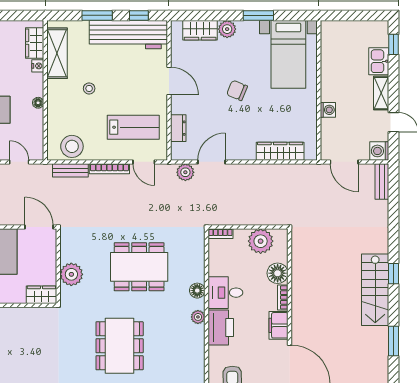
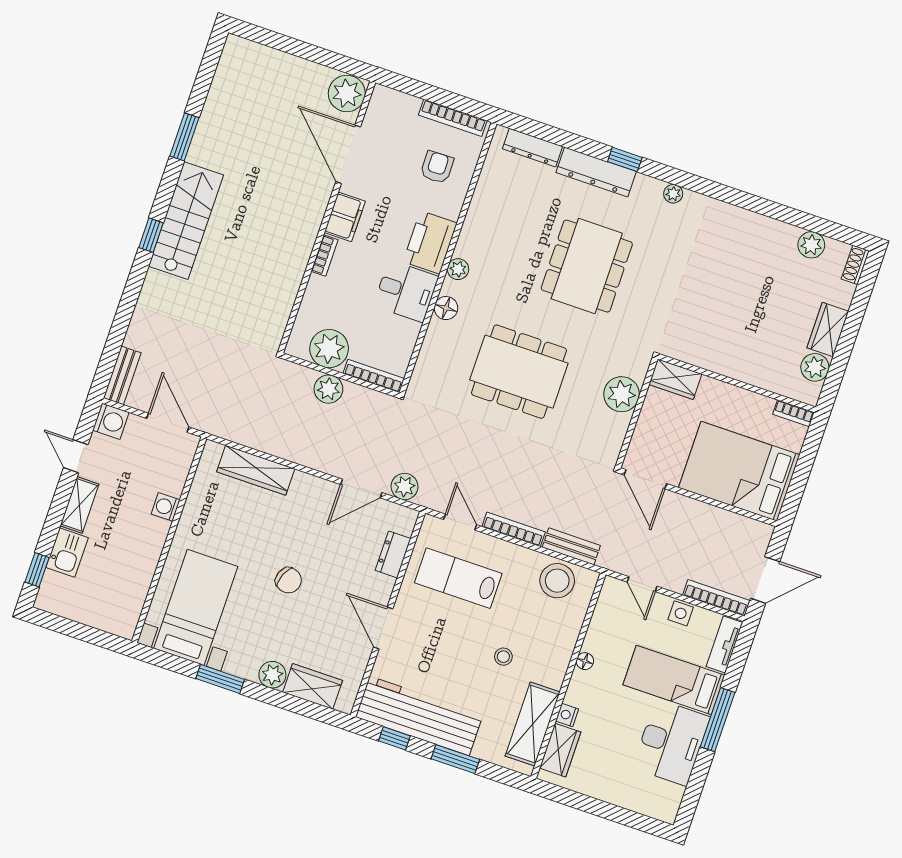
plant: (252, 216) -> (328, 389), added
bookcase: (220, 234) -> (374, 376), width x1.56
floor lamp: (278, 273) -> (320, 293), removed

